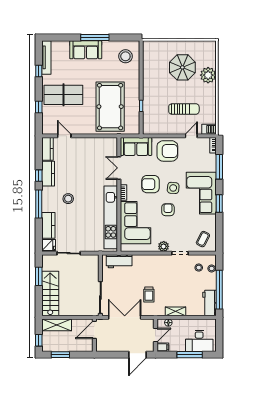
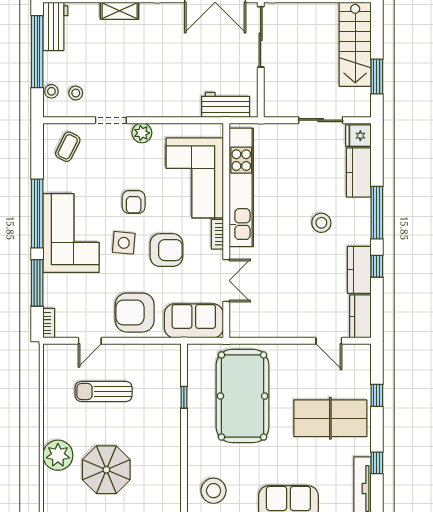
barbecue: (209, 129) -> (56, 353), removed
window: (219, 204) -> (37, 214), width x2.11
trolley: (149, 295) -> (169, 42), removed

